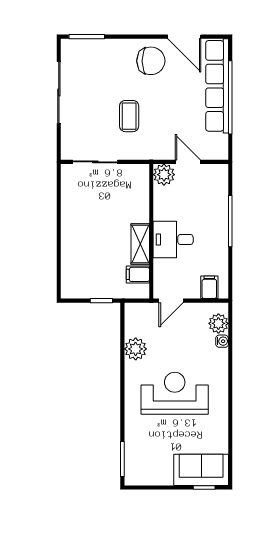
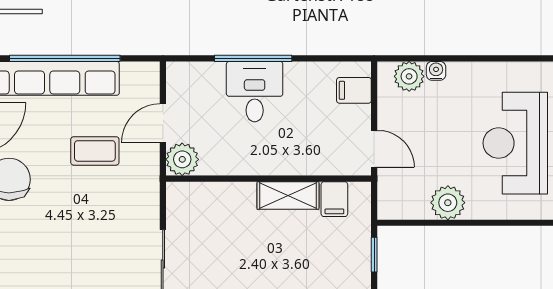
coffee table: (129, 116) -> (95, 151), moved
desk: (173, 239) -> (255, 92), moved, turned 180

